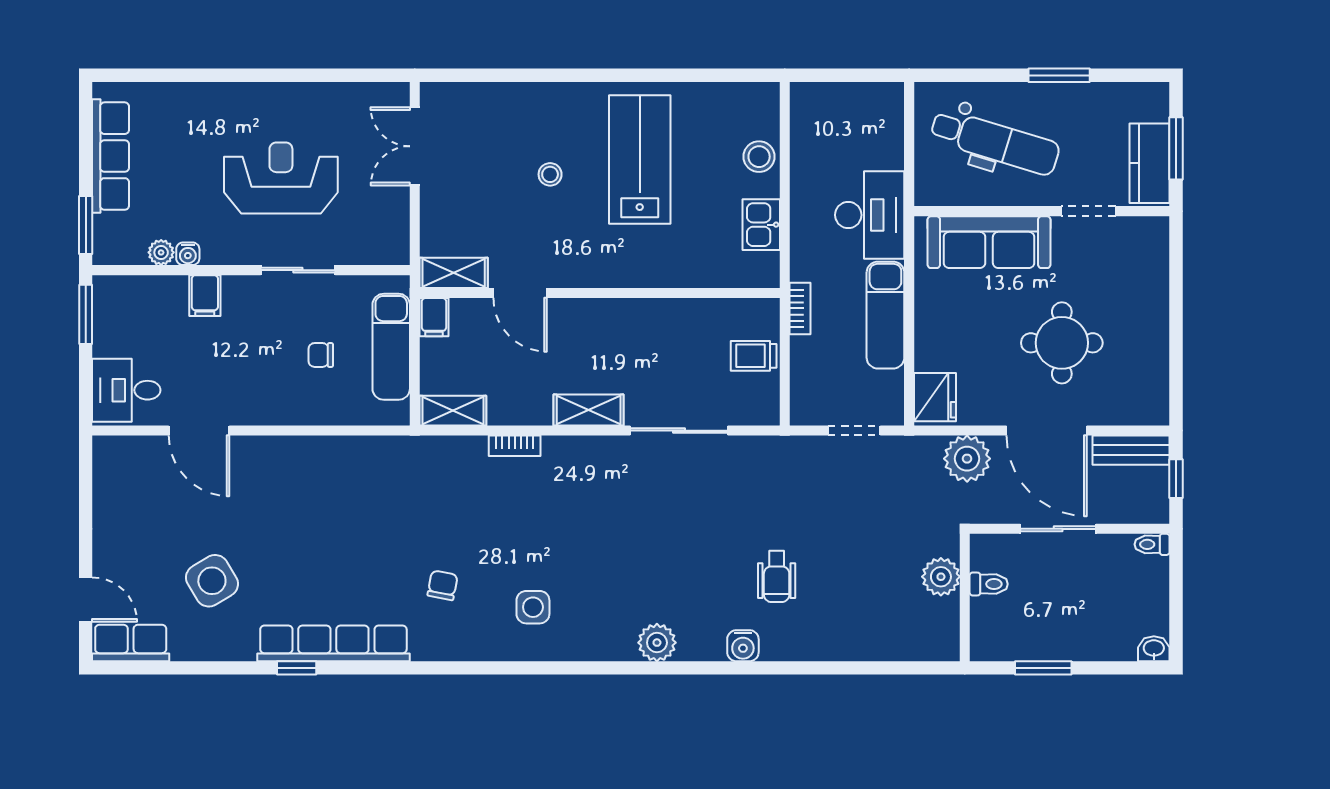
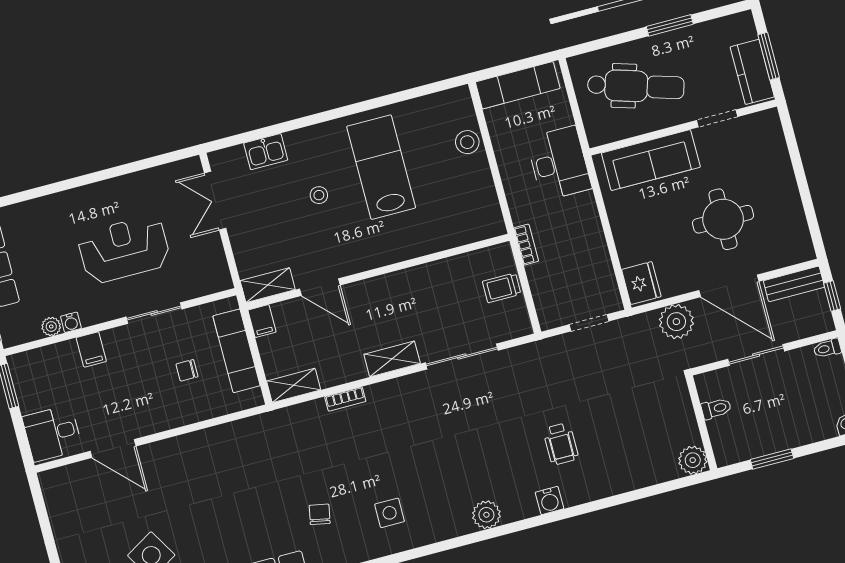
kitchen sink: (761, 225) -> (266, 152), moved, turned -90
exam couch: (885, 315) -> (518, 85), moved, turned -90
plant: (941, 577) -> (693, 460), moved

